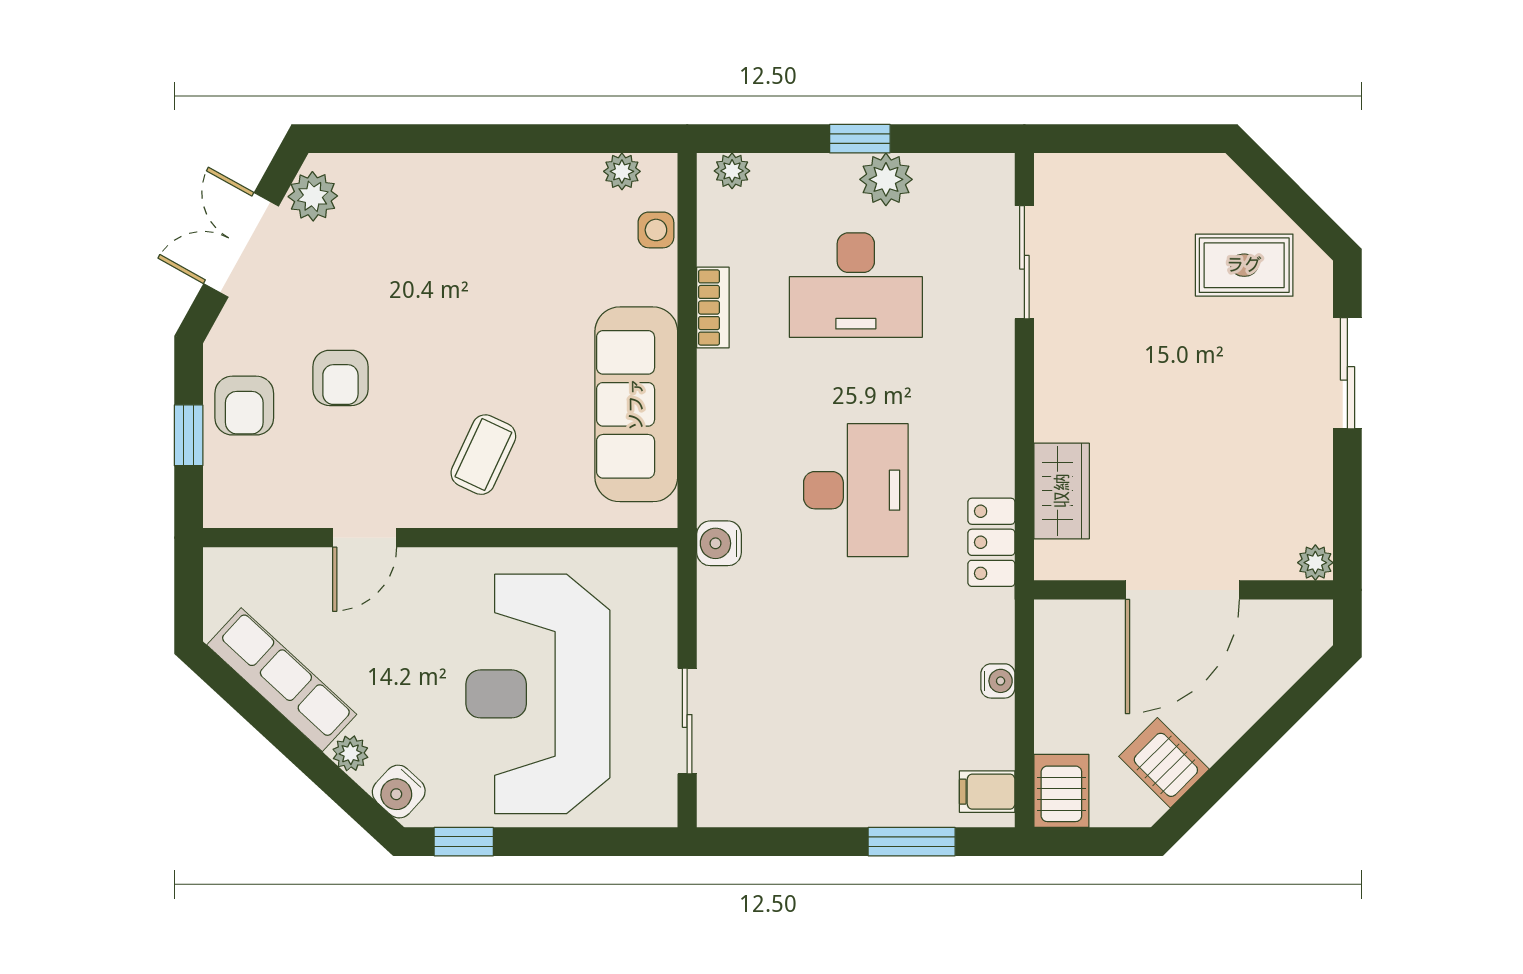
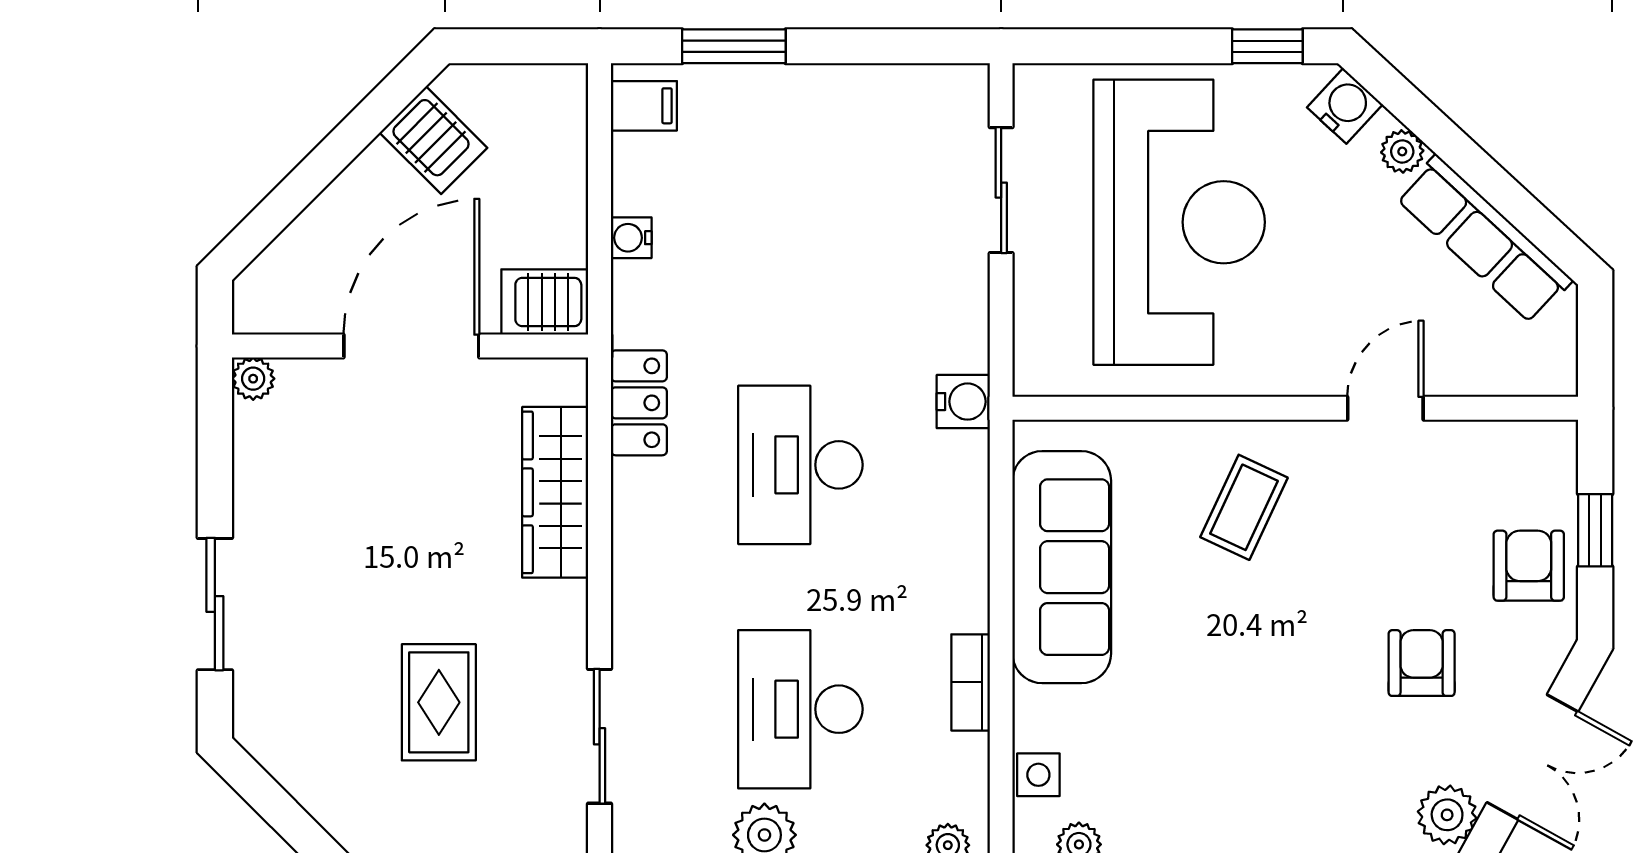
rug: (1244, 265) -> (439, 702), moved, turned 90
desk: (856, 285) -> (800, 709), turned -90
armchair: (340, 378) -> (1422, 663), moved
wardrobe: (1062, 491) -> (555, 492), width x1.50
server rack: (1061, 791) -> (545, 302), moved, turned 90

